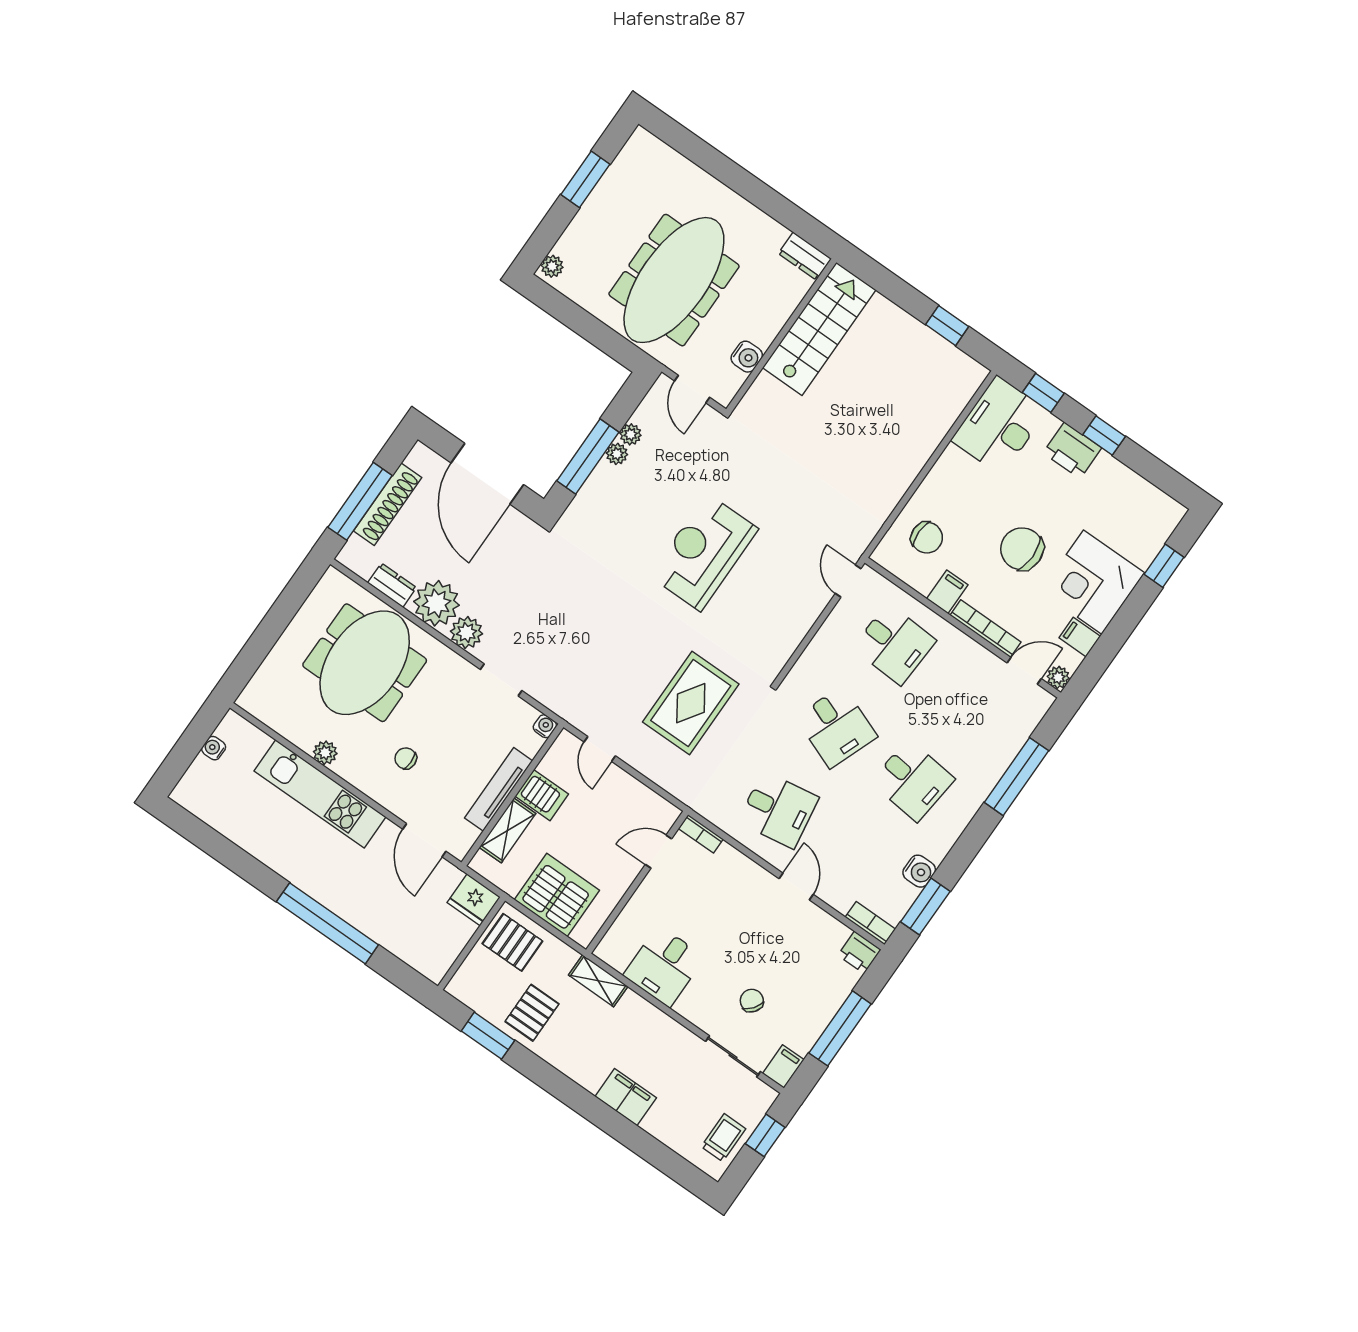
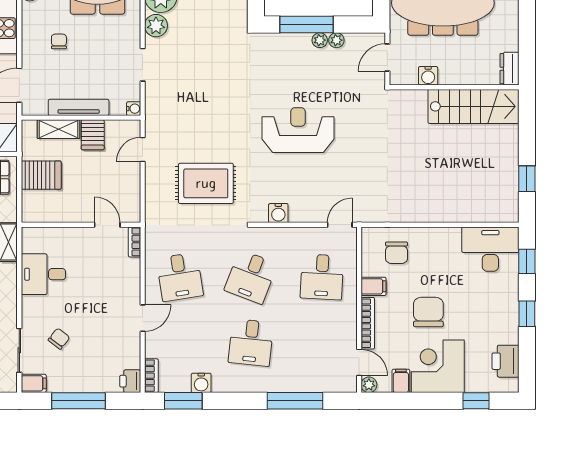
printer: (1072, 450) -> (505, 361), moved
water cooler: (784, 643) -> (278, 213), added
server rack: (557, 895) -> (41, 175), width x0.62

